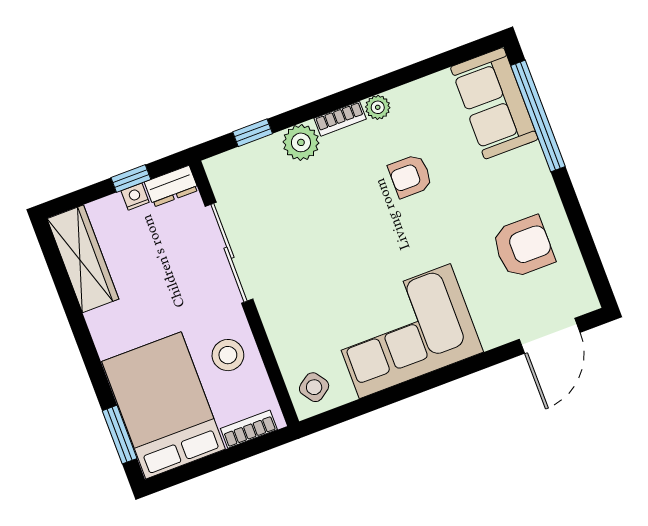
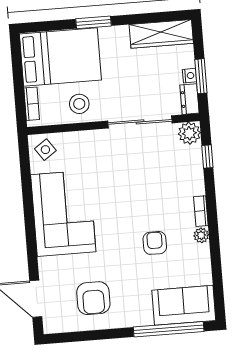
plant: (301, 142) -> (189, 133), moved
window: (131, 178) -> (201, 76), width x1.50
window: (120, 435) -> (94, 22), moved

